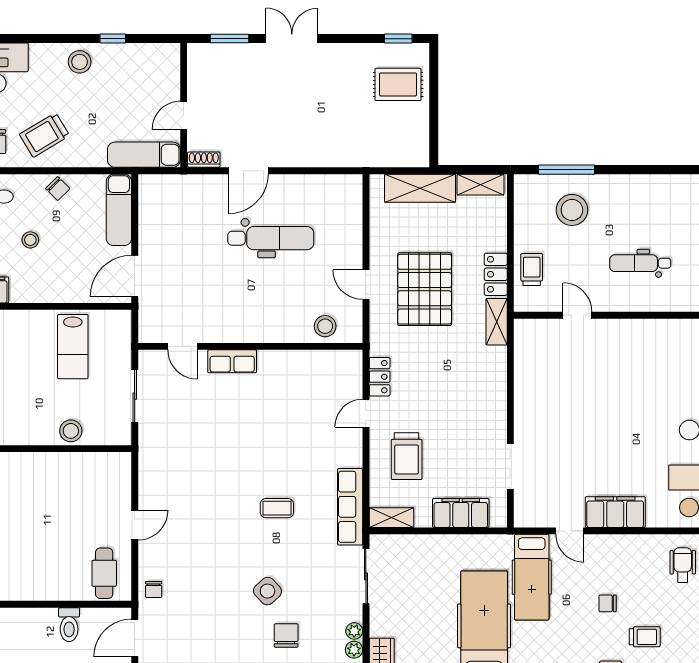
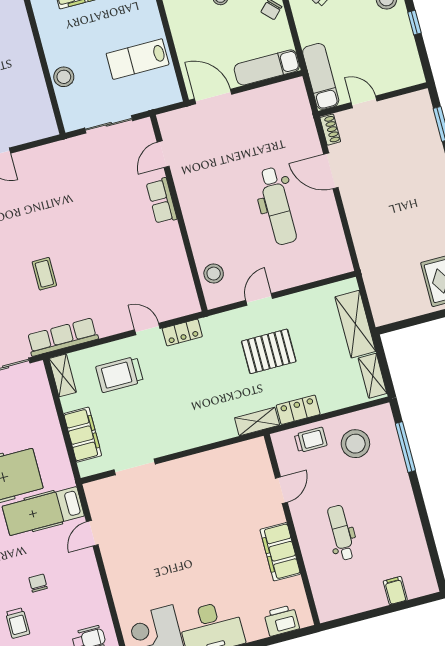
stool: (572, 210) -> (355, 444), moved
pallet: (425, 289) -> (269, 351), width x0.73, depth x0.71
filing cabinet: (615, 512) -> (280, 552), moved, turned 180

